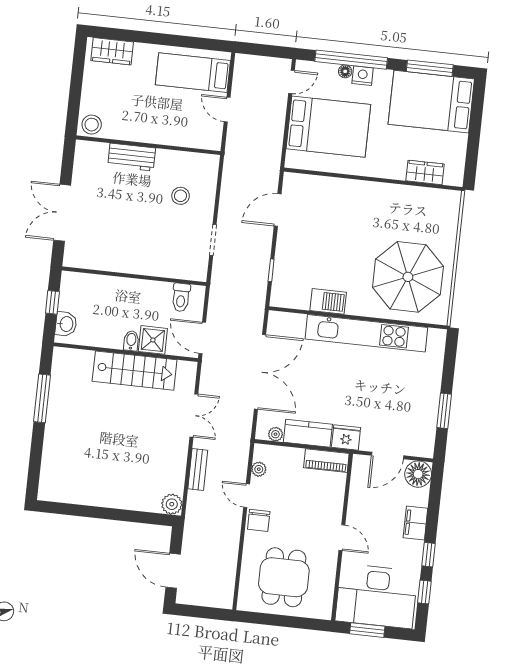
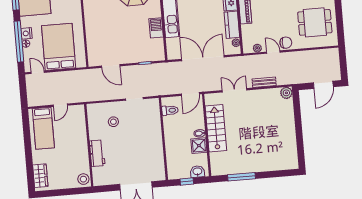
shower: (153, 340) -> (199, 146), moved
door: (247, 496) -> (273, 52), swing flipped

